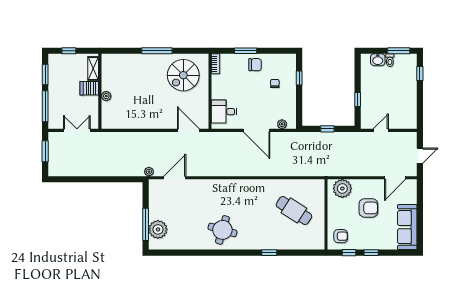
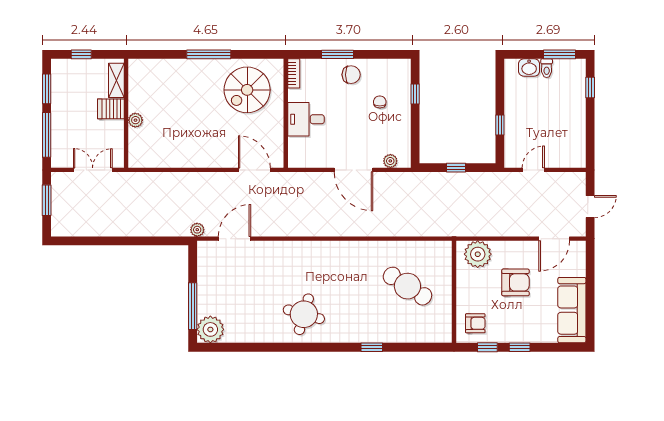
desk: (224, 112) -> (306, 119), moved
plant: (158, 229) -> (210, 329), moved

